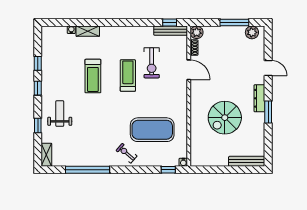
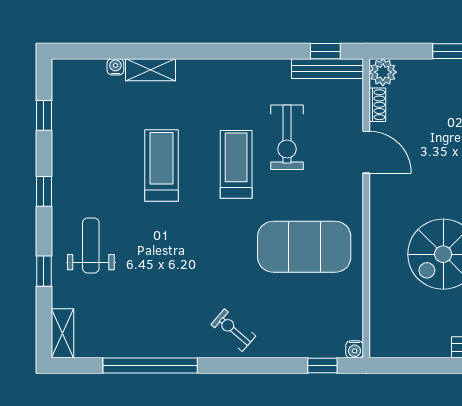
window: (38, 63) -> (44, 115), moved
treadmill: (93, 76) -> (161, 166), turned 180
exercise mat: (152, 130) -> (304, 247), moved

